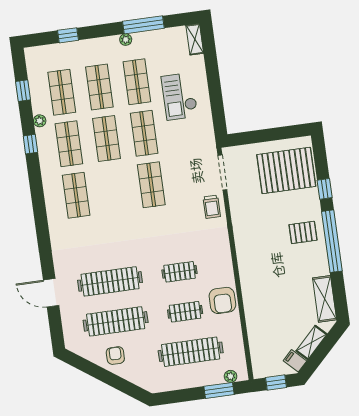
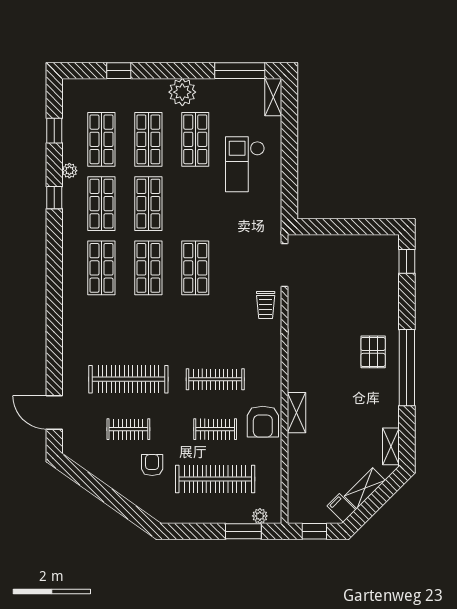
window: (143, 25) -> (240, 71), moved
plant: (126, 40) -> (182, 92), width x1.87, depth x1.87
shop shelf: (144, 133) -> (148, 268), moved
pallet: (286, 170) -> (363, 273), removed
window: (325, 189) -> (407, 261), moved
pallet: (303, 232) -> (373, 352), turned 90
clothes rail: (180, 272) -> (215, 379), width x1.36
shelving: (248, 290) -> (297, 413), added
door: (51, 293) -> (54, 413), moved
shelving: (325, 299) -> (391, 446), width x0.67, depth x0.75
clothes rail: (116, 321) -> (128, 429), width x0.54, depth x0.76
armchair: (115, 356) -> (152, 465), moved

